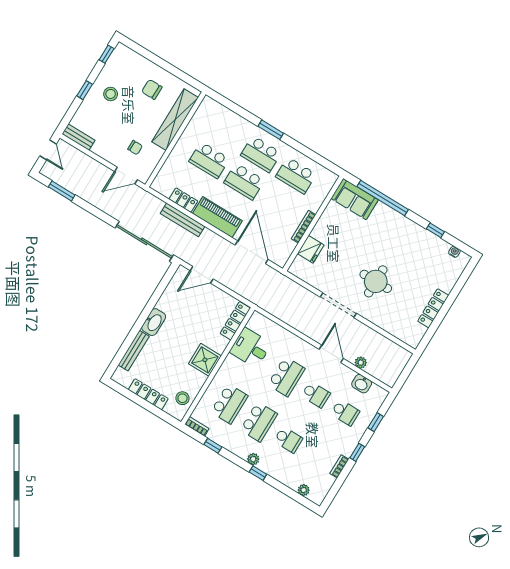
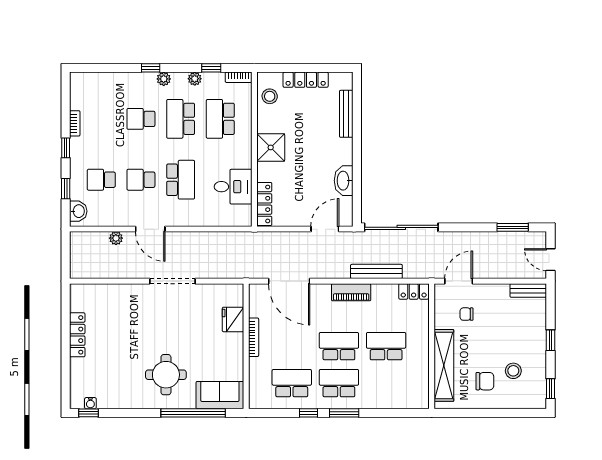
stool: (111, 94) -> (513, 371), moved
window: (297, 146) -> (308, 413), added
locker: (183, 200) -> (414, 291), moved
piano: (217, 217) -> (351, 292), width x0.73, depth x0.75
window: (435, 230) -> (88, 413), moved
round table: (376, 281) -> (166, 375), moved
washbasin: (154, 322) -> (344, 181), moved
school desk: (286, 377) -> (181, 180), turned 180
washbasin: (362, 384) -> (78, 211), moved, turned 90
plant: (304, 490) -> (195, 79), moved

